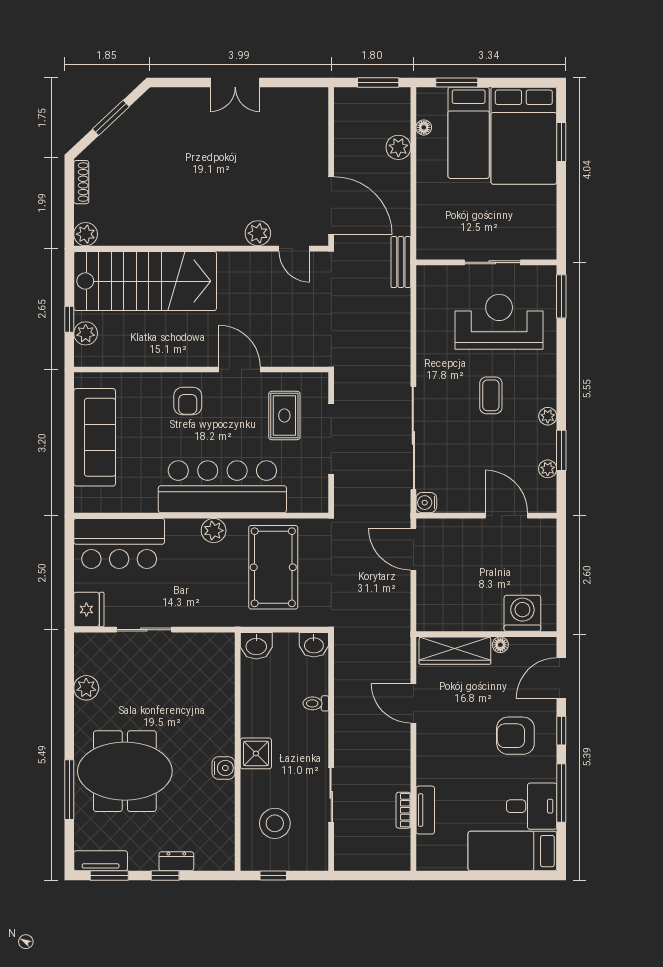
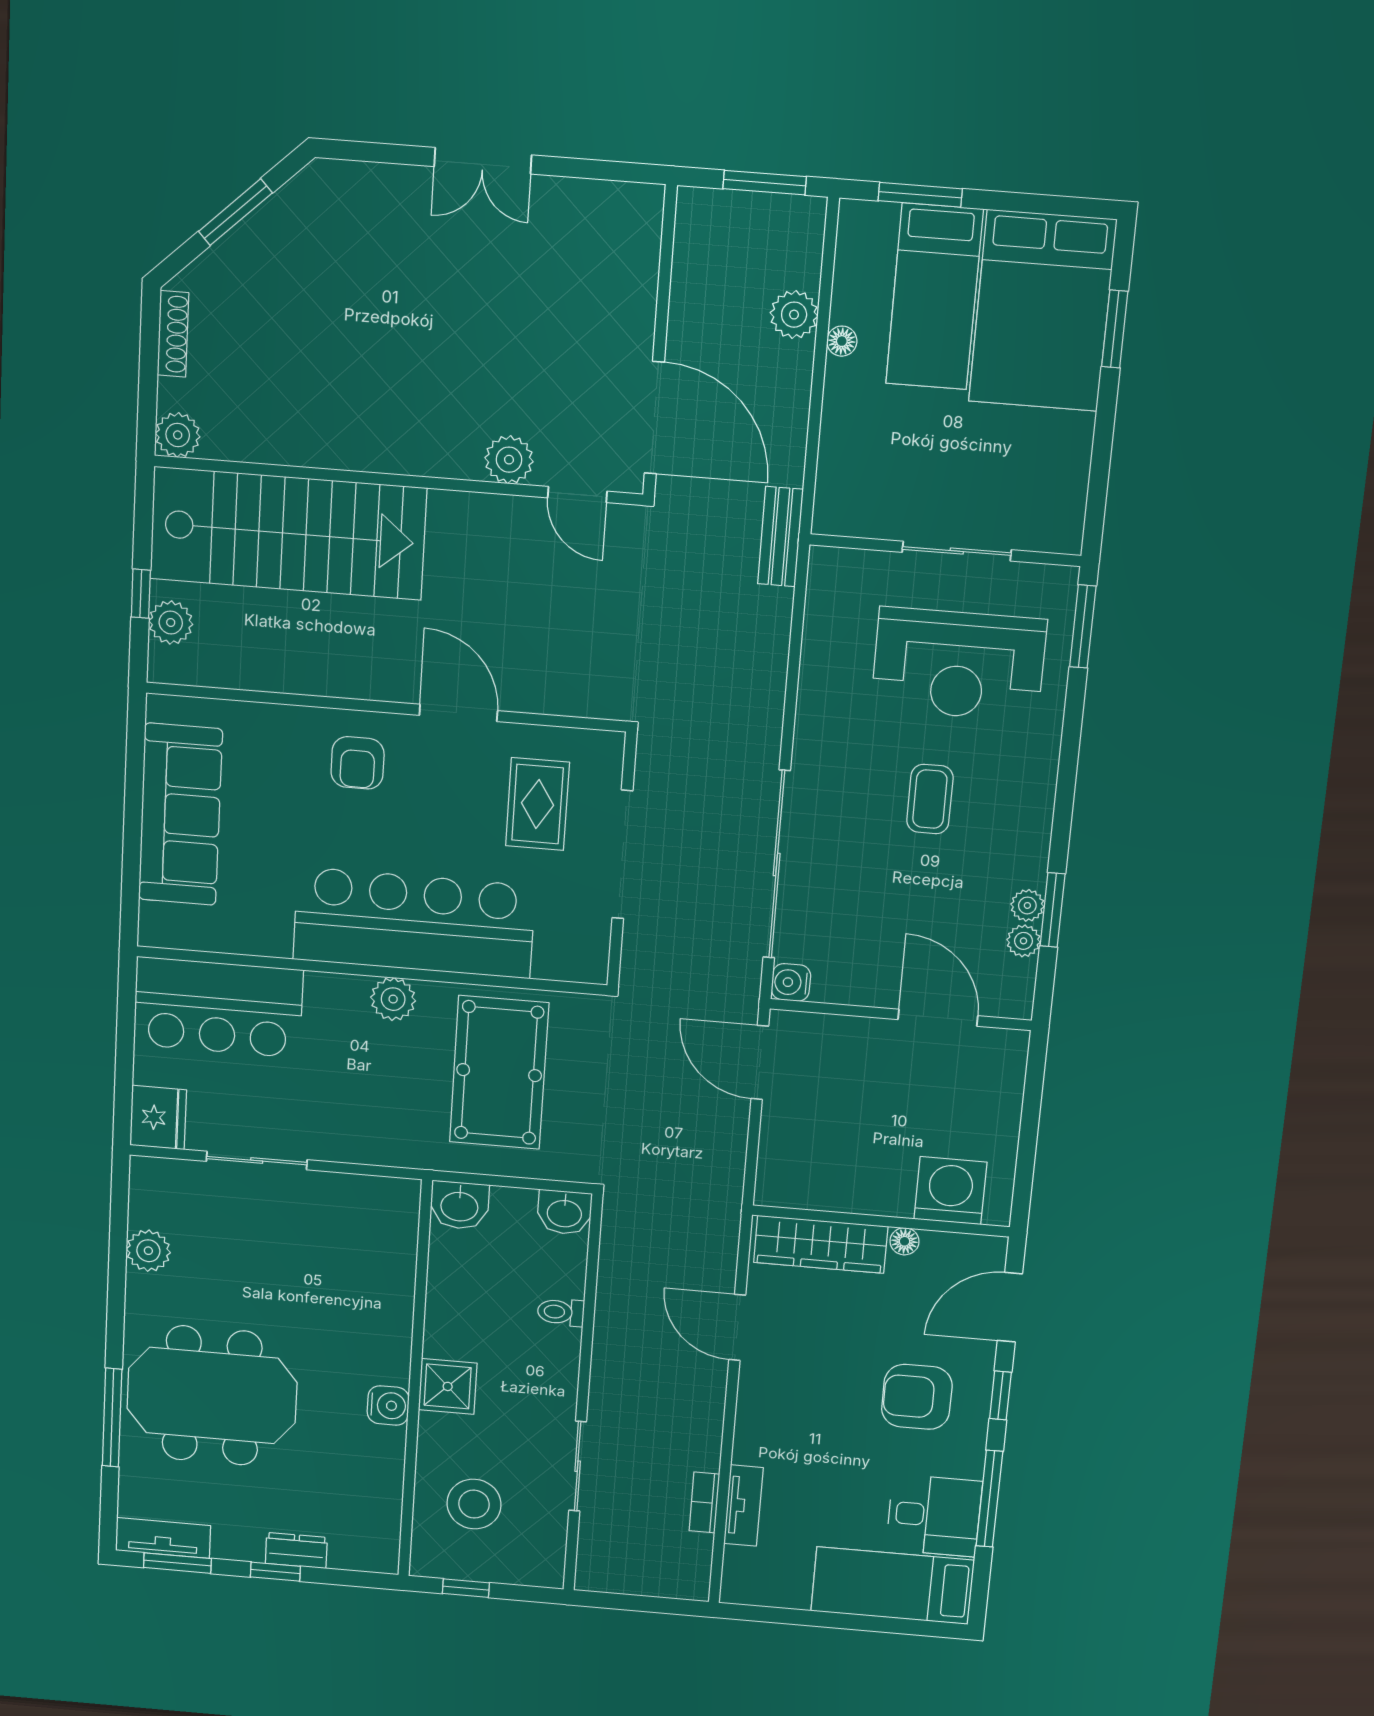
floor lamp: (424, 127) -> (842, 341), moved
reception desk: (499, 322) -> (959, 664), turned 180
plant: (548, 416) -> (1027, 905), moved

